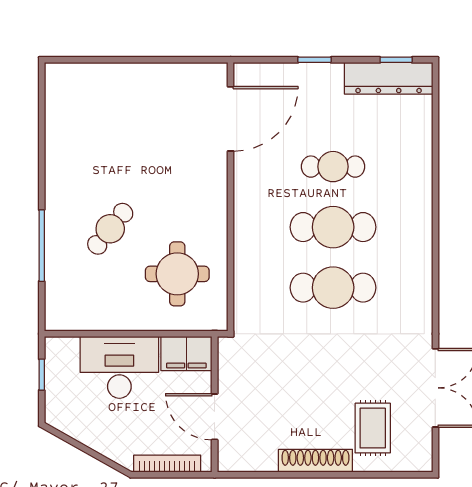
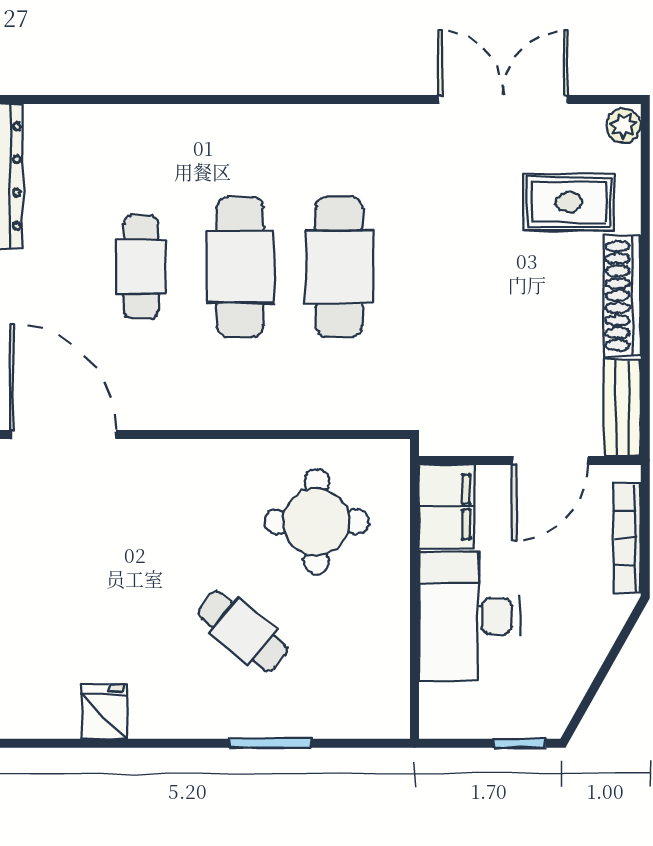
fridge: (61, 144) -> (104, 712), added
window: (42, 246) -> (270, 743), width x0.69
window: (42, 375) -> (520, 743), moved
bench: (247, 461) -> (622, 408), added
plant: (419, 462) -> (624, 126), added

